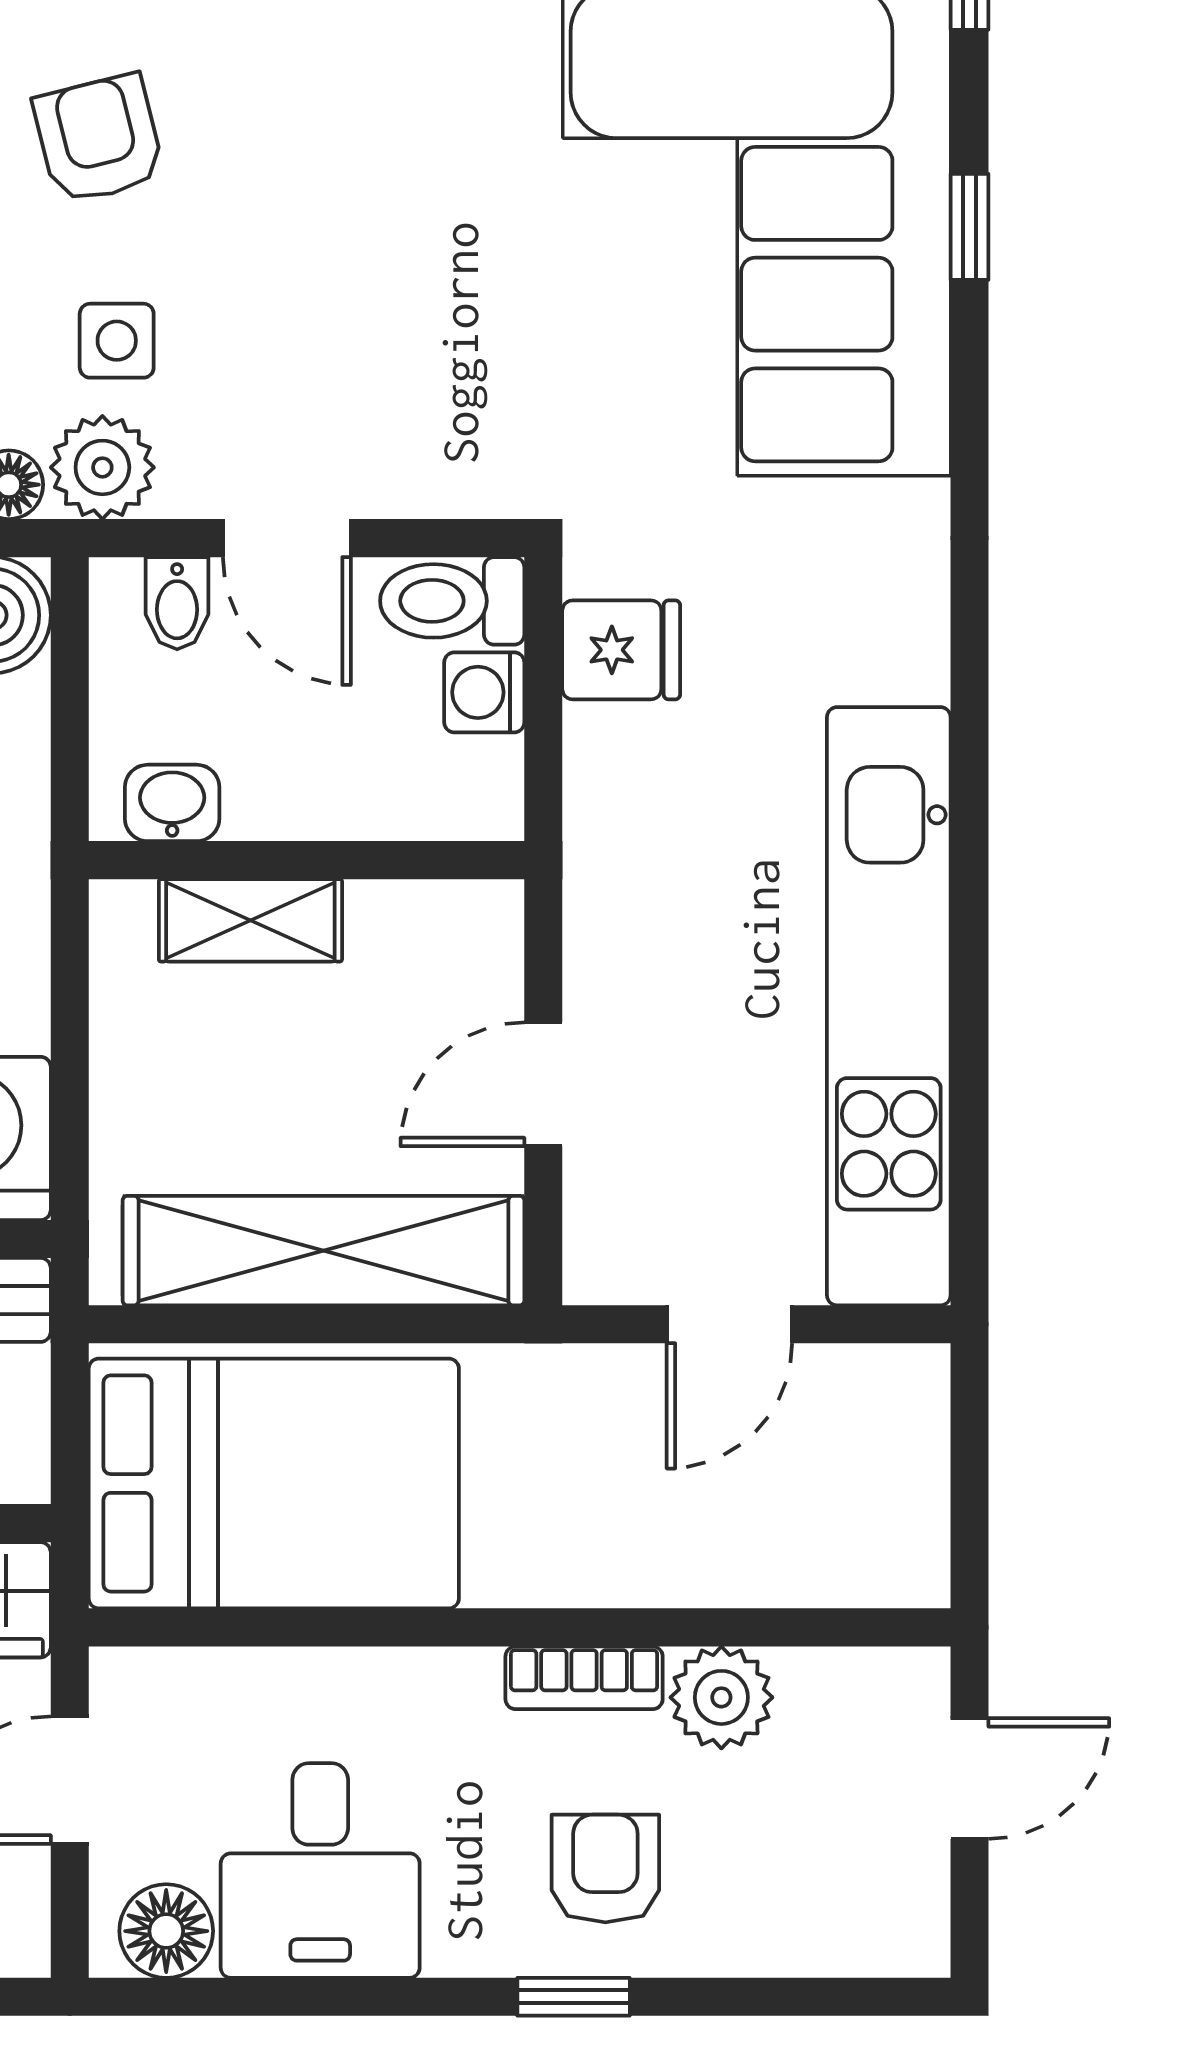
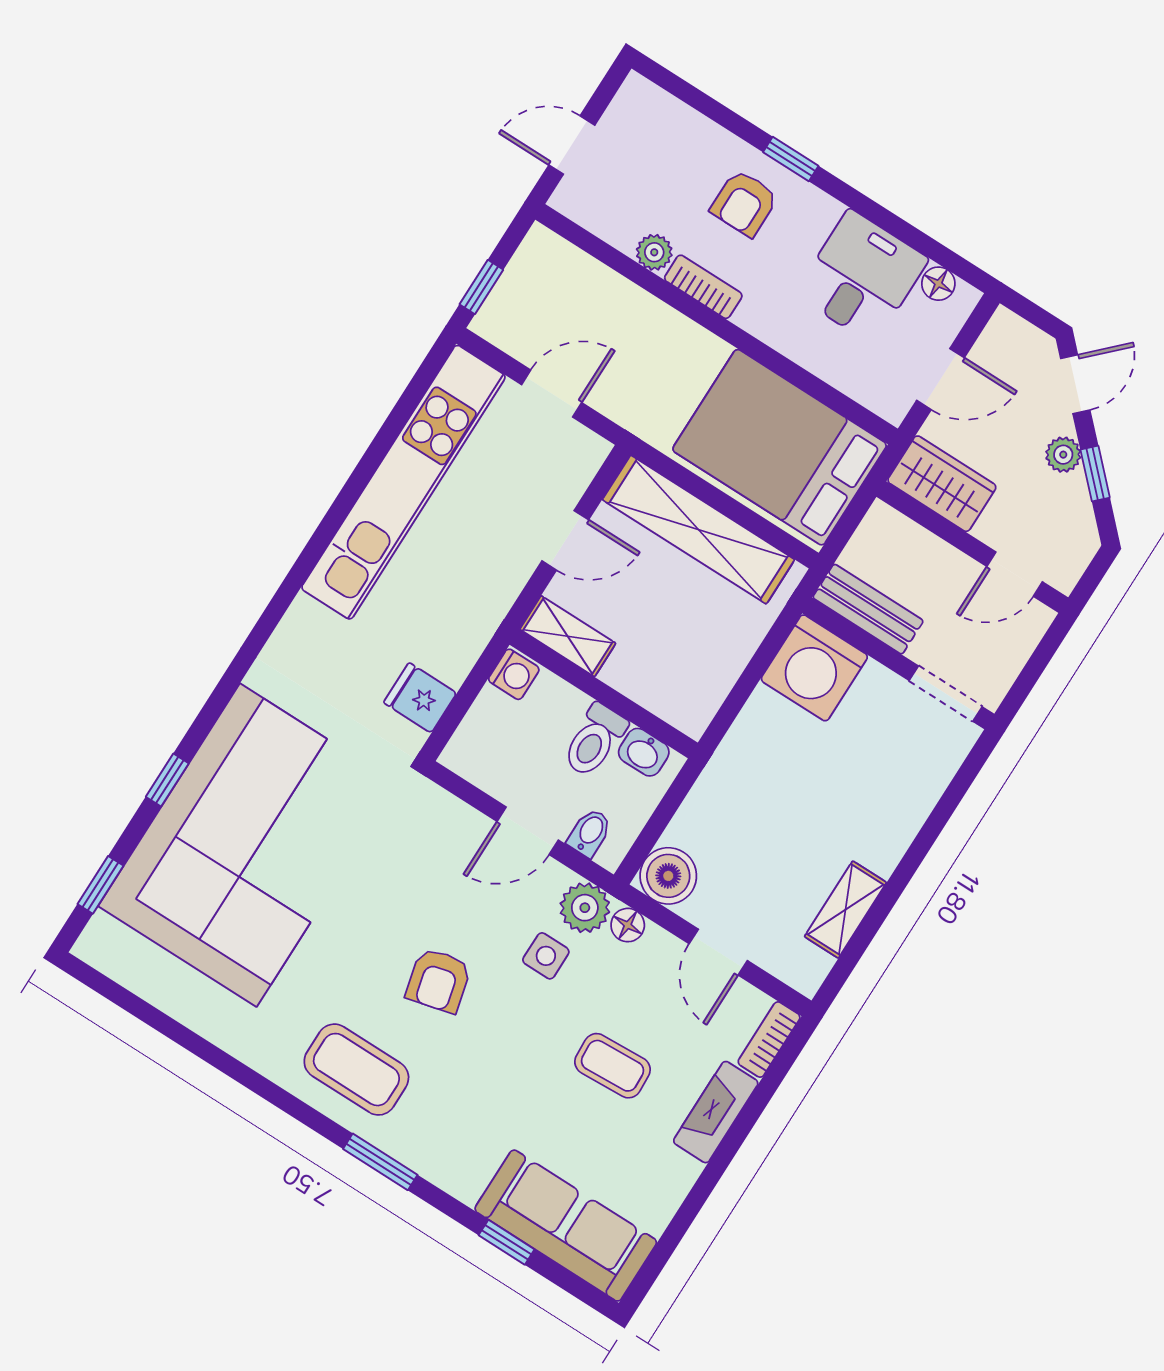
armchair: (99, 139) -> (438, 980), moved
door: (287, 538) -> (528, 831), swing flipped
toilet: (452, 601) -> (595, 740), moved, turned 90
washing machine: (484, 692) -> (514, 674), moved
shelving: (250, 920) -> (568, 636), moved
window: (970, 1432) -> (481, 287), added
plant: (721, 1697) -> (654, 252), width x0.73, depth x0.73
floor lamp: (166, 1931) -> (938, 284), width x0.73, depth x0.73

